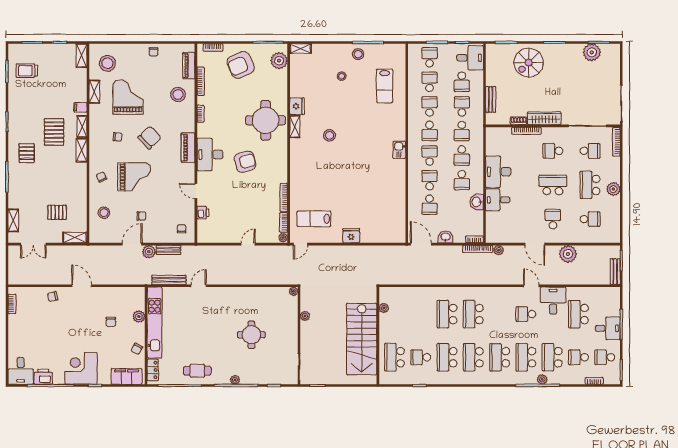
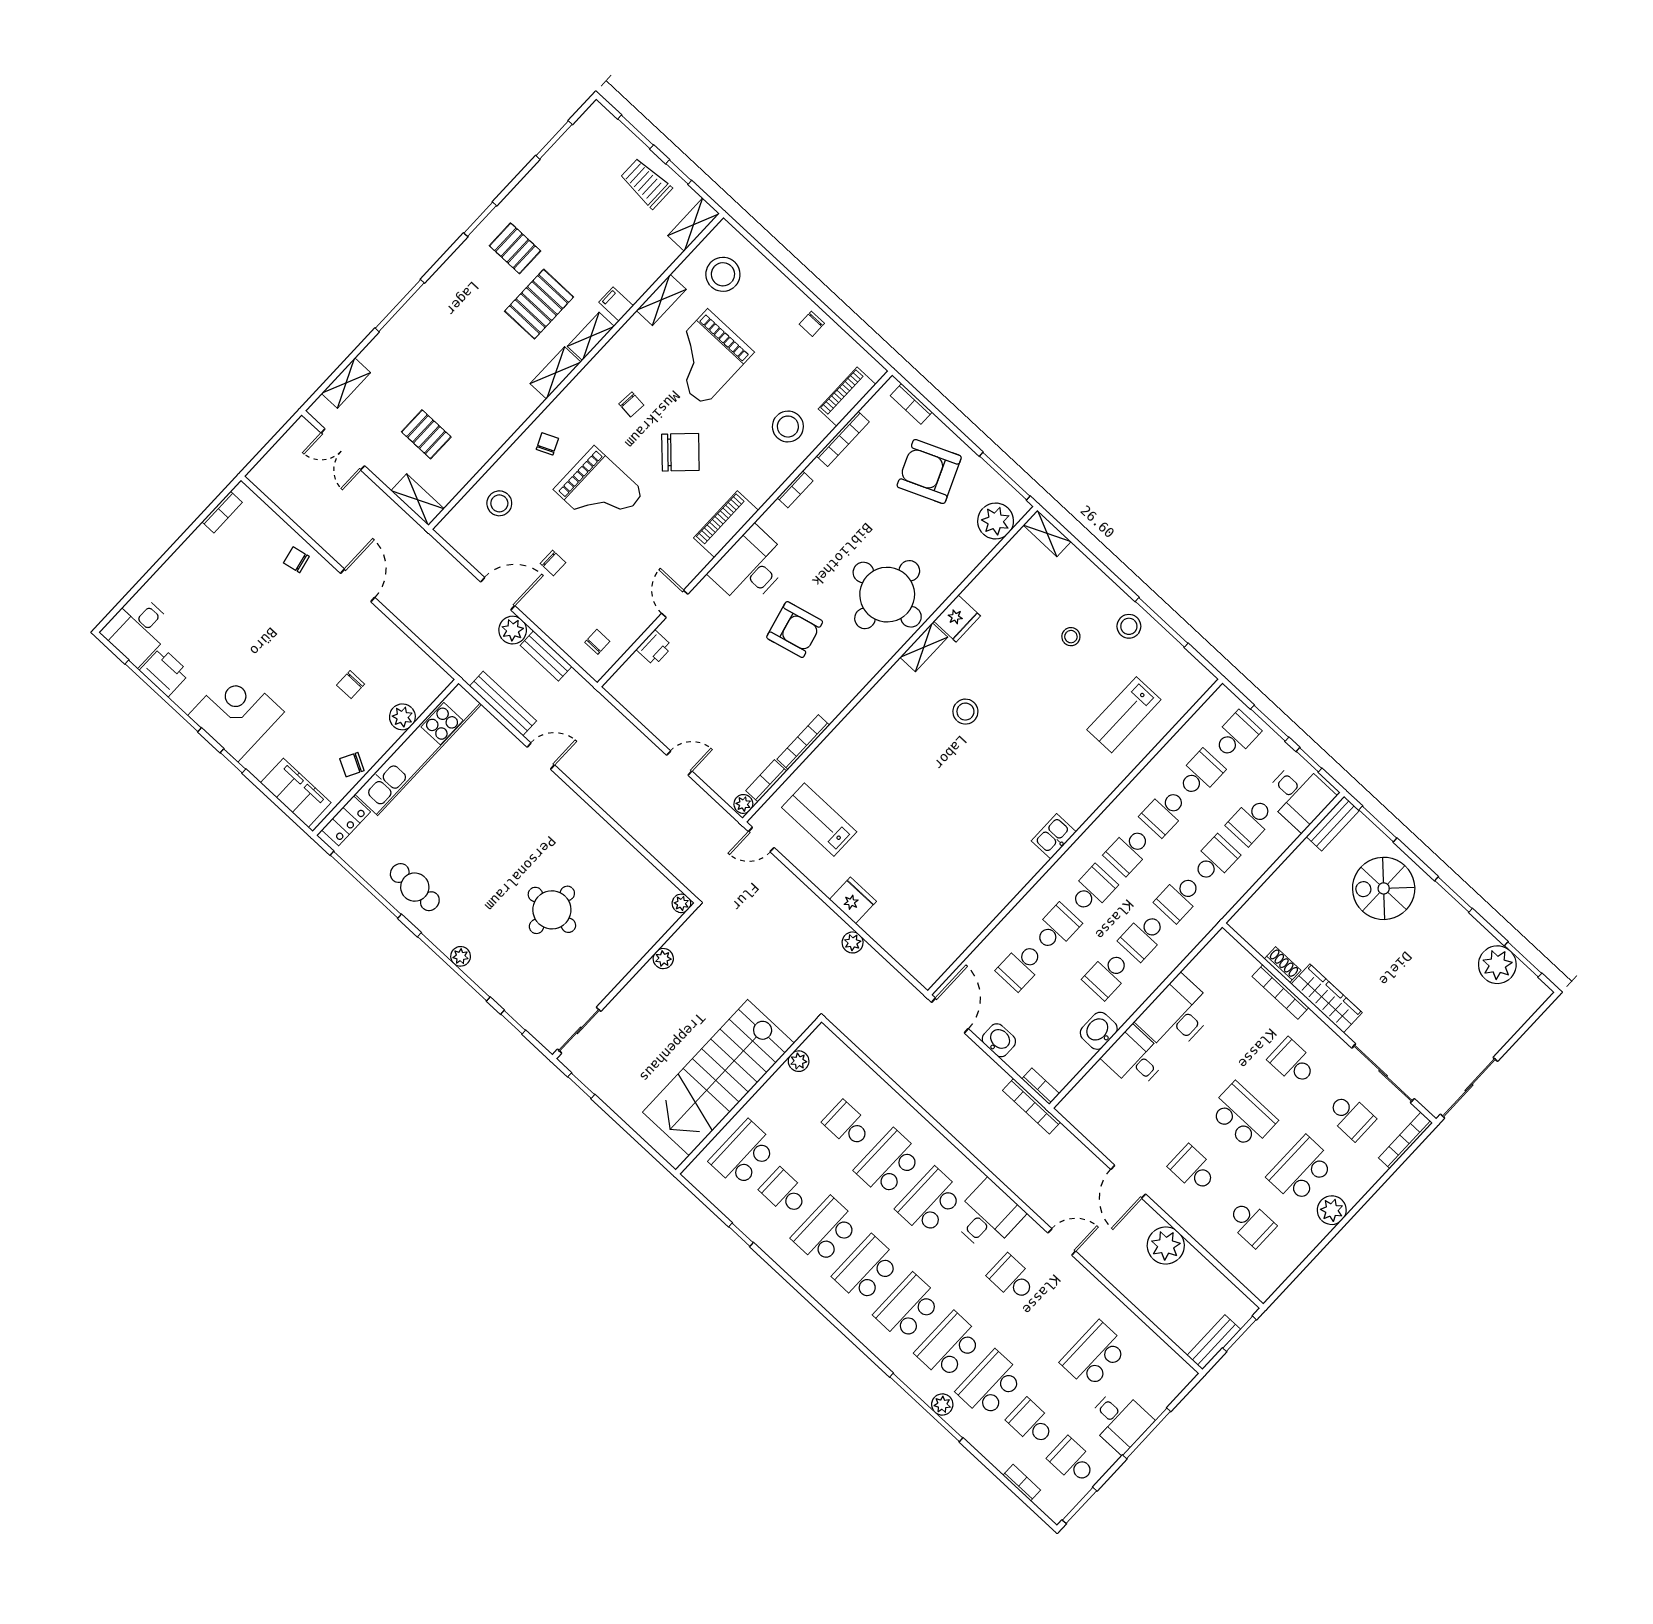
trolley: (27, 71) -> (646, 183), moved
grand piano: (128, 97) -> (706, 357), turned 180
bench: (491, 99) -> (1333, 824), moved
school desk: (430, 106) -> (1164, 812), turned 180
pallet: (27, 153) -> (515, 248), moved, turned 90
school desk: (553, 219) -> (1193, 1169), turned -90
plant: (499, 250) -> (853, 942), moved
door: (531, 286) -> (1062, 1242), hinge flipped
desk: (553, 301) -> (988, 1216), moved
school desk: (421, 314) -> (847, 1125), added

